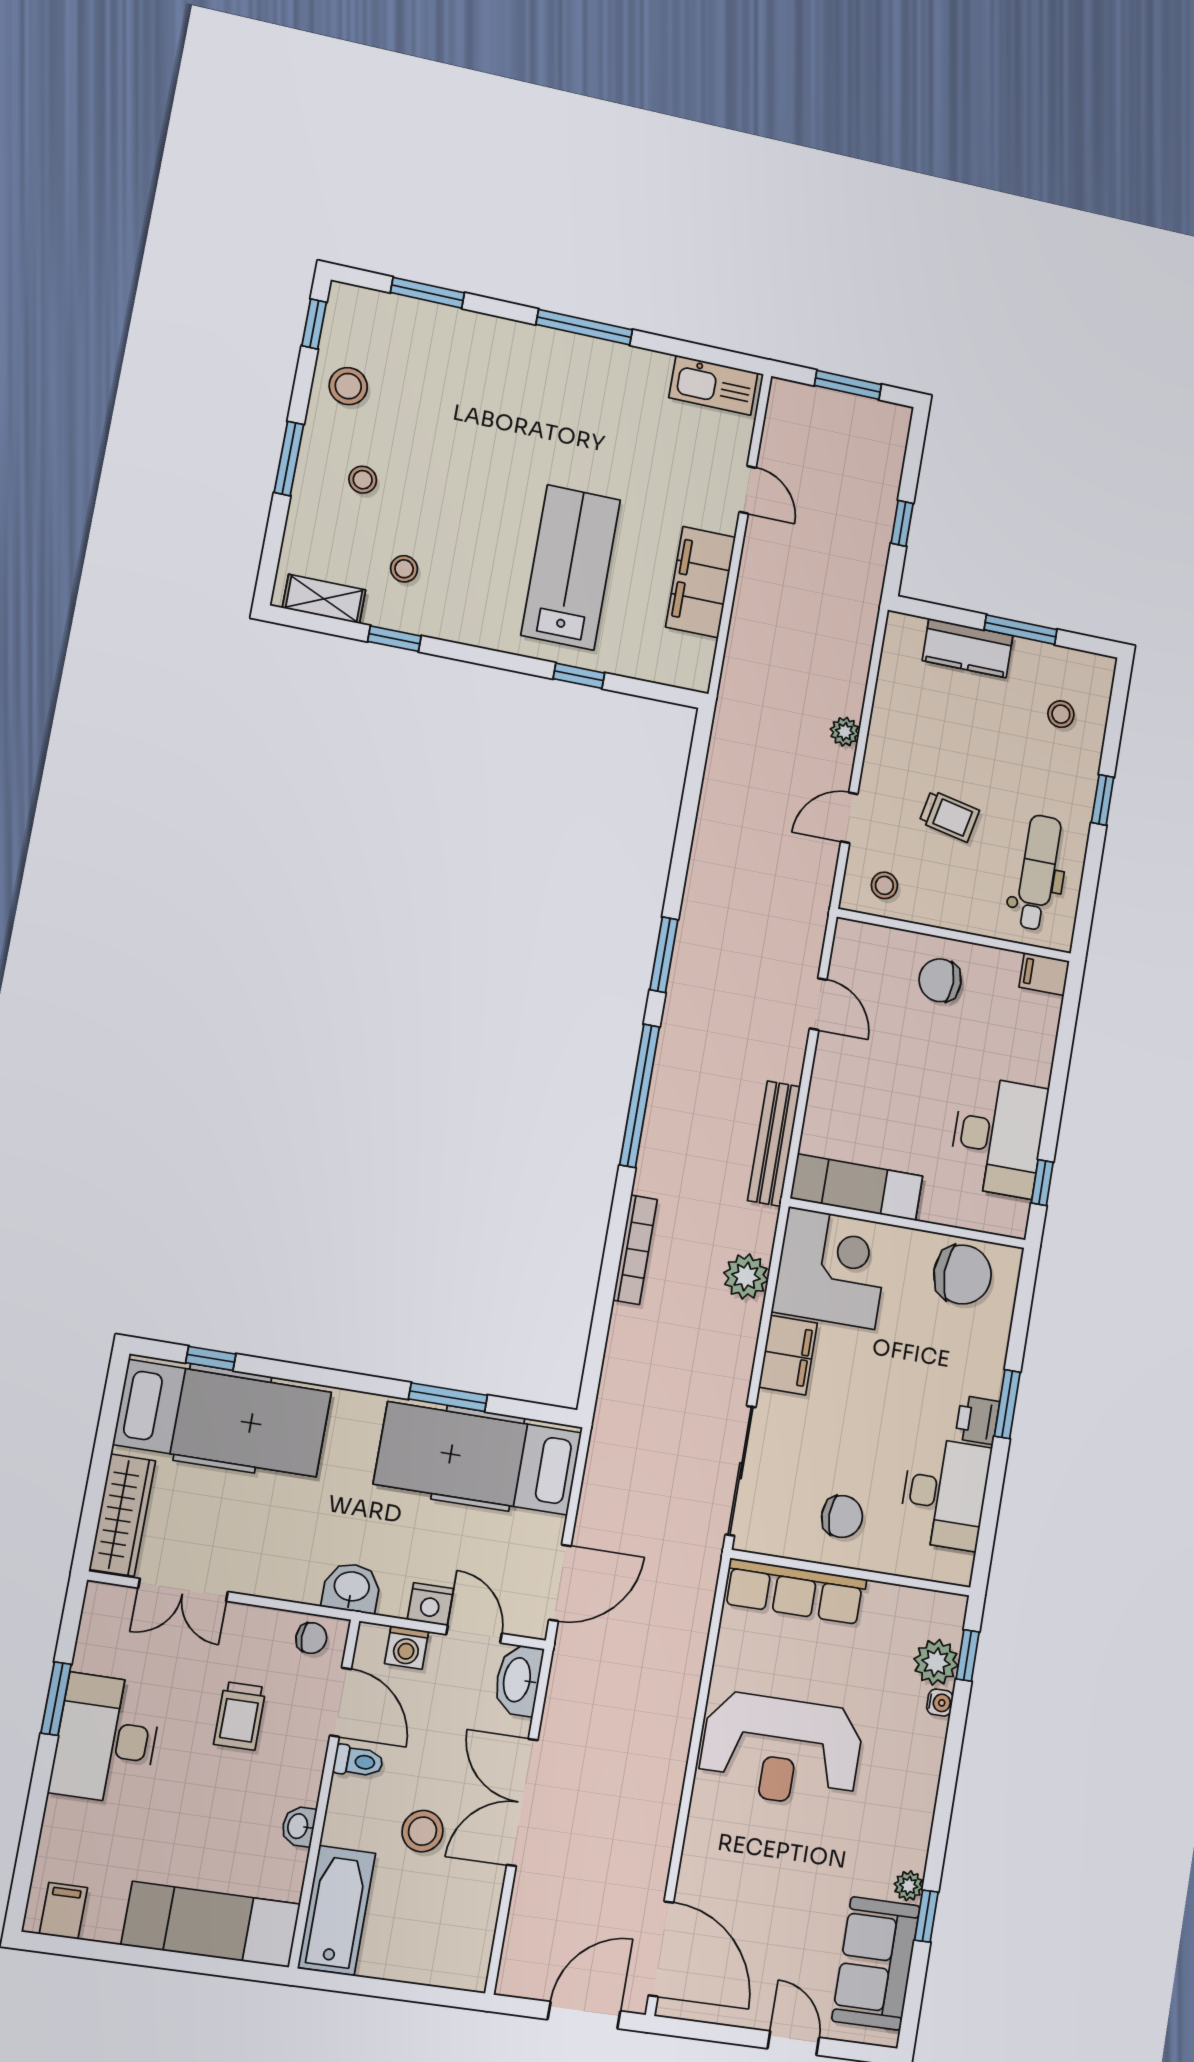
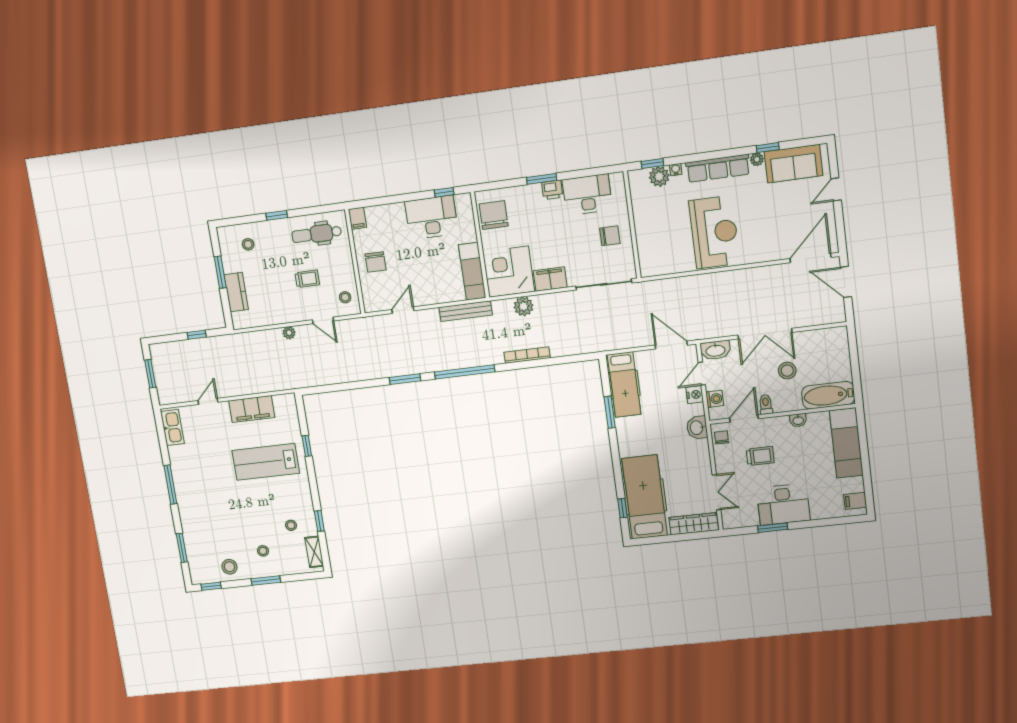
trolley: (949, 816) -> (307, 279), turned 78
hospital bed: (478, 1458) -> (624, 385), width x0.73, depth x0.78
chair: (842, 1516) -> (610, 236), turned 90
row of seats: (795, 1591) -> (718, 168), moved, turned 90

